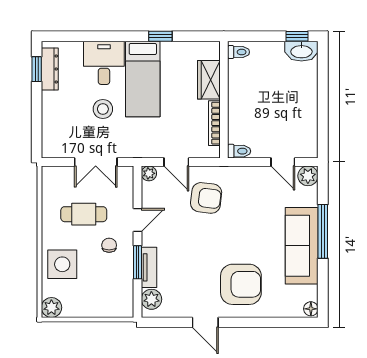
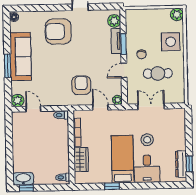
armchair: (206, 198) -> (81, 85), turned 83
window: (323, 231) -> (8, 66), width x0.69

